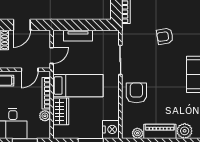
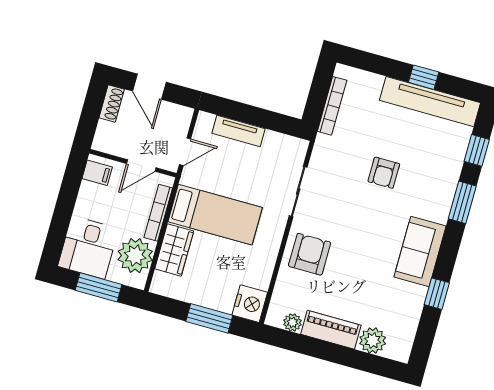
door: (22, 25) -> (149, 87), hinge flipped
armchair: (165, 36) -> (384, 173), turned -81
plant: (45, 116) -> (135, 256), width x1.88, depth x1.88

